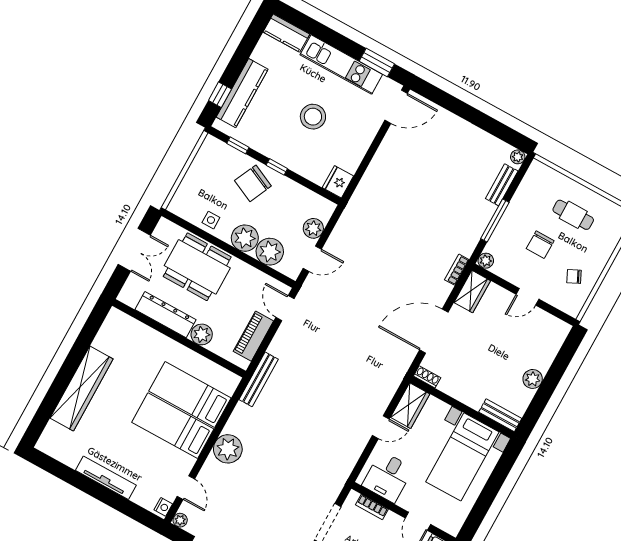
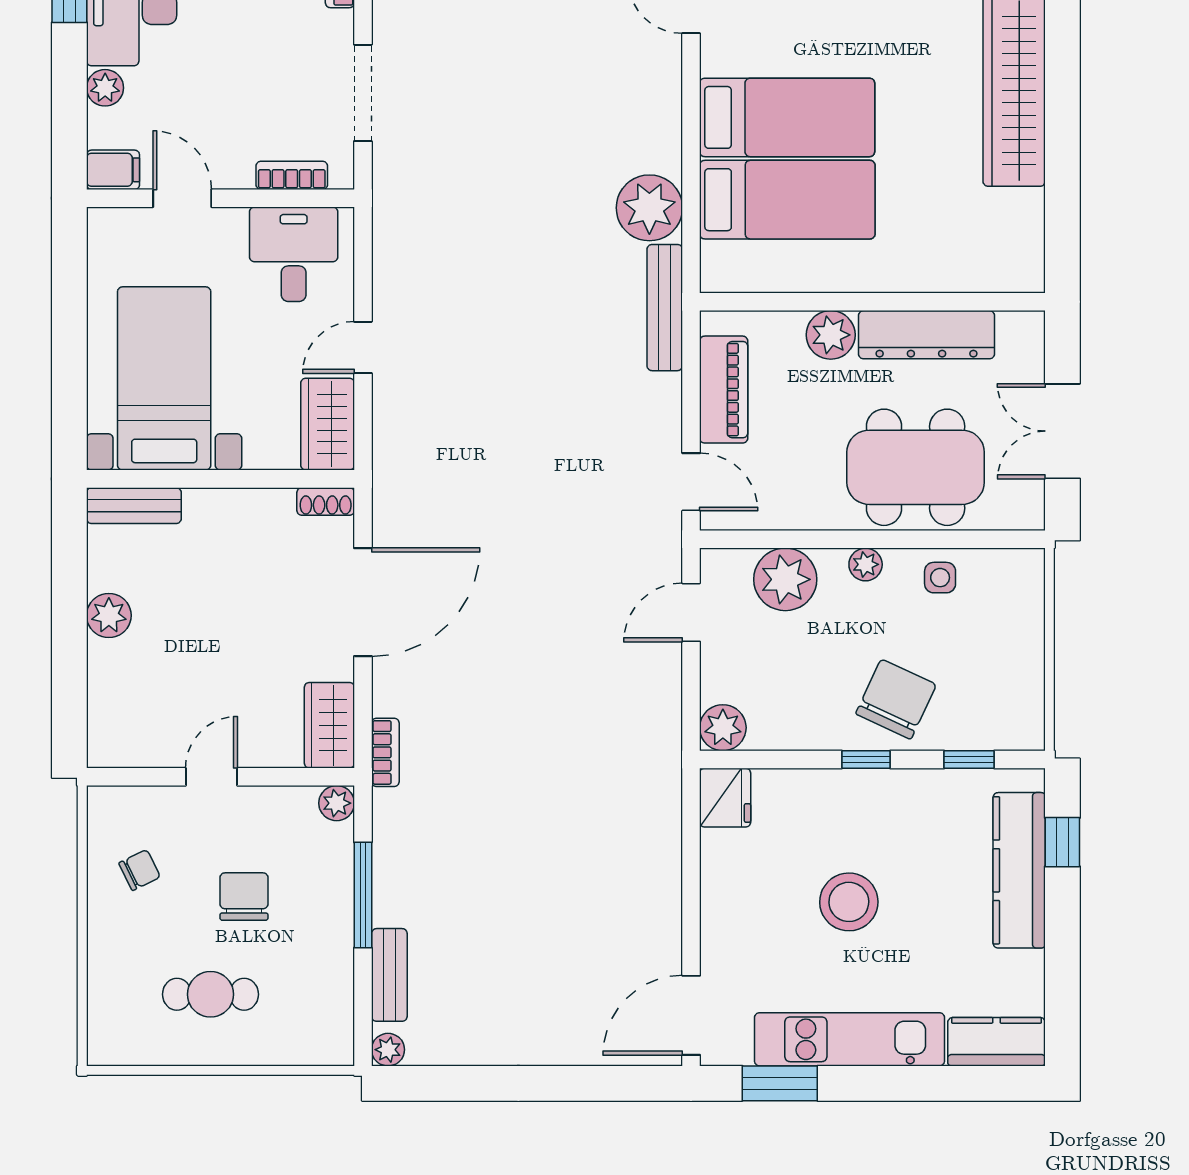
plant: (313, 228) -> (723, 728), moved
plant: (245, 238) -> (866, 564), width x0.53, depth x0.53
plant: (228, 449) -> (649, 208), moved

